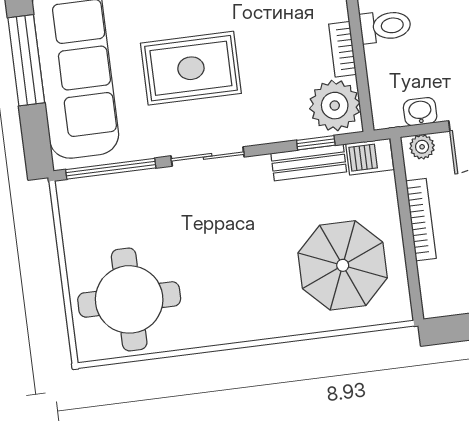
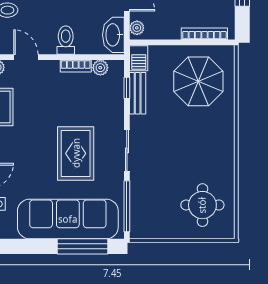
window: (26, 60) -> (82, 246), moved
plant: (335, 106) -> (100, 68), width x0.53, depth x0.53
washbasin: (420, 112) -> (113, 35), width x1.91, depth x1.45
bookcase: (421, 220) -> (204, 34), moved
round table: (129, 299) -> (202, 205), width x0.73, depth x0.73

